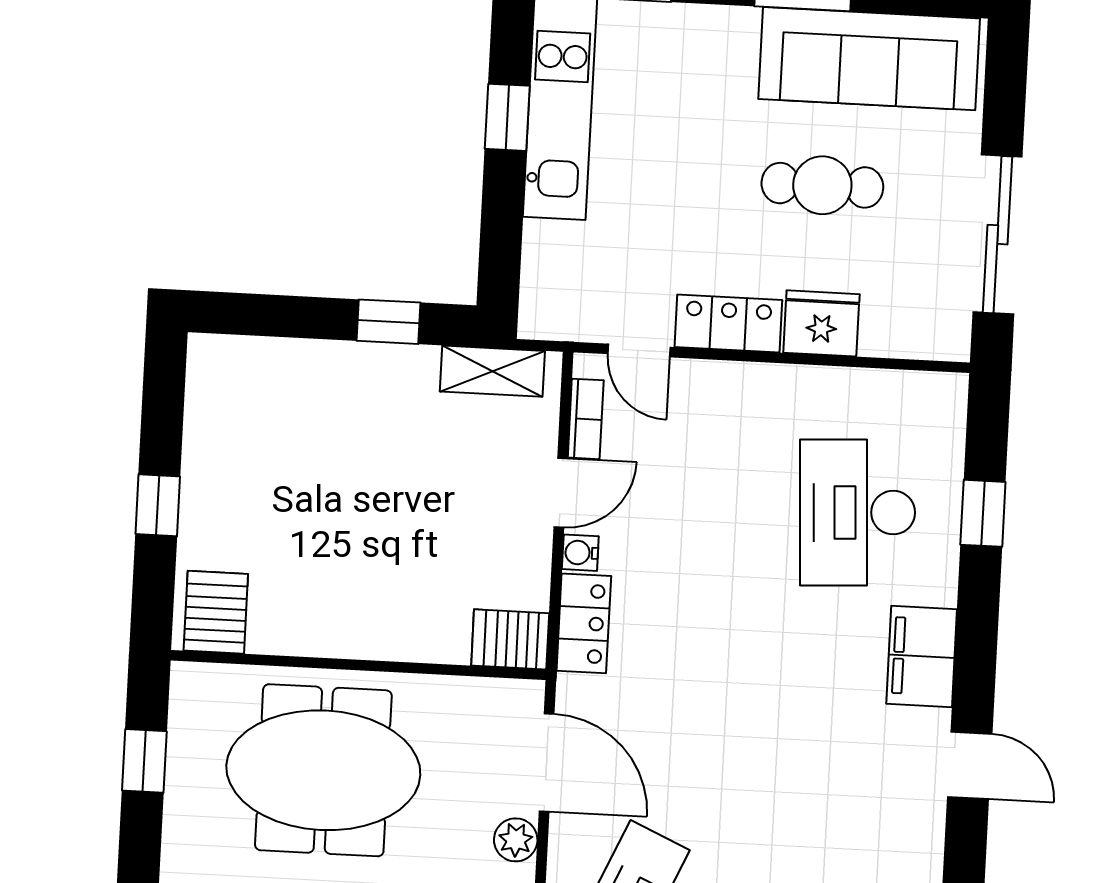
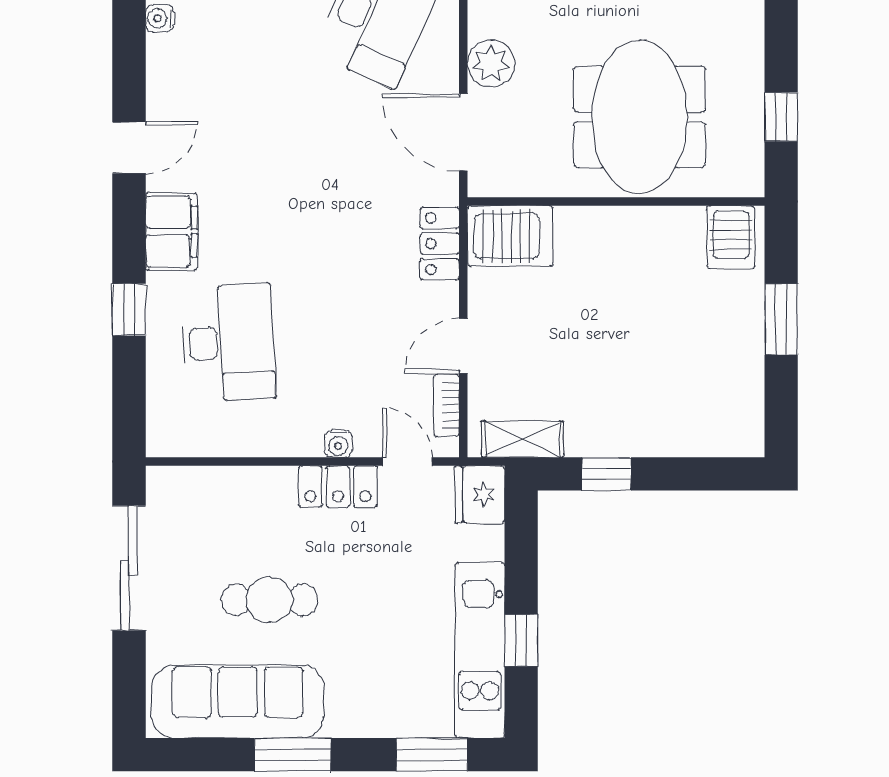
fridge: (821, 323) -> (480, 494), moved, turned 90
window: (158, 505) -> (781, 319), width x1.50
window: (983, 513) -> (129, 310), moved
water cooler: (580, 553) -> (338, 444), moved, turned 90
server rack: (510, 639) -> (510, 236), width x1.36, depth x1.44
door: (970, 765) -> (129, 148), swing flipped
meeting table: (323, 770) -> (639, 117), turned 90
plant: (516, 840) -> (491, 63), width x1.38, depth x1.38

